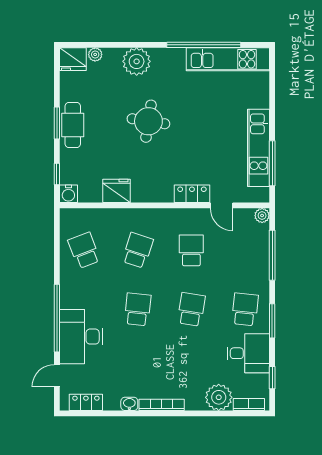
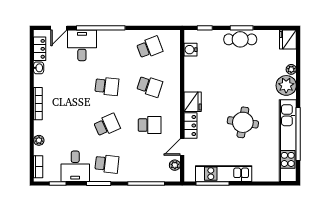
plant: (95, 54) -> (291, 69), moved
kitchen unit: (228, 59) -> (288, 141), width x1.36
round table: (148, 121) -> (243, 122), moved
fridge: (117, 191) -> (193, 102), moved
water cooler: (68, 194) -> (190, 50), moved
plant: (262, 216) -> (175, 165), moved
school desk: (191, 309) -> (107, 125), turned -33
desk: (81, 337) -> (82, 45), width x0.73
door: (57, 376) -> (59, 28), swing flipped
plant: (219, 397) -> (39, 140), width x0.53, depth x0.53
washbasin: (129, 404) -> (39, 68), moved

